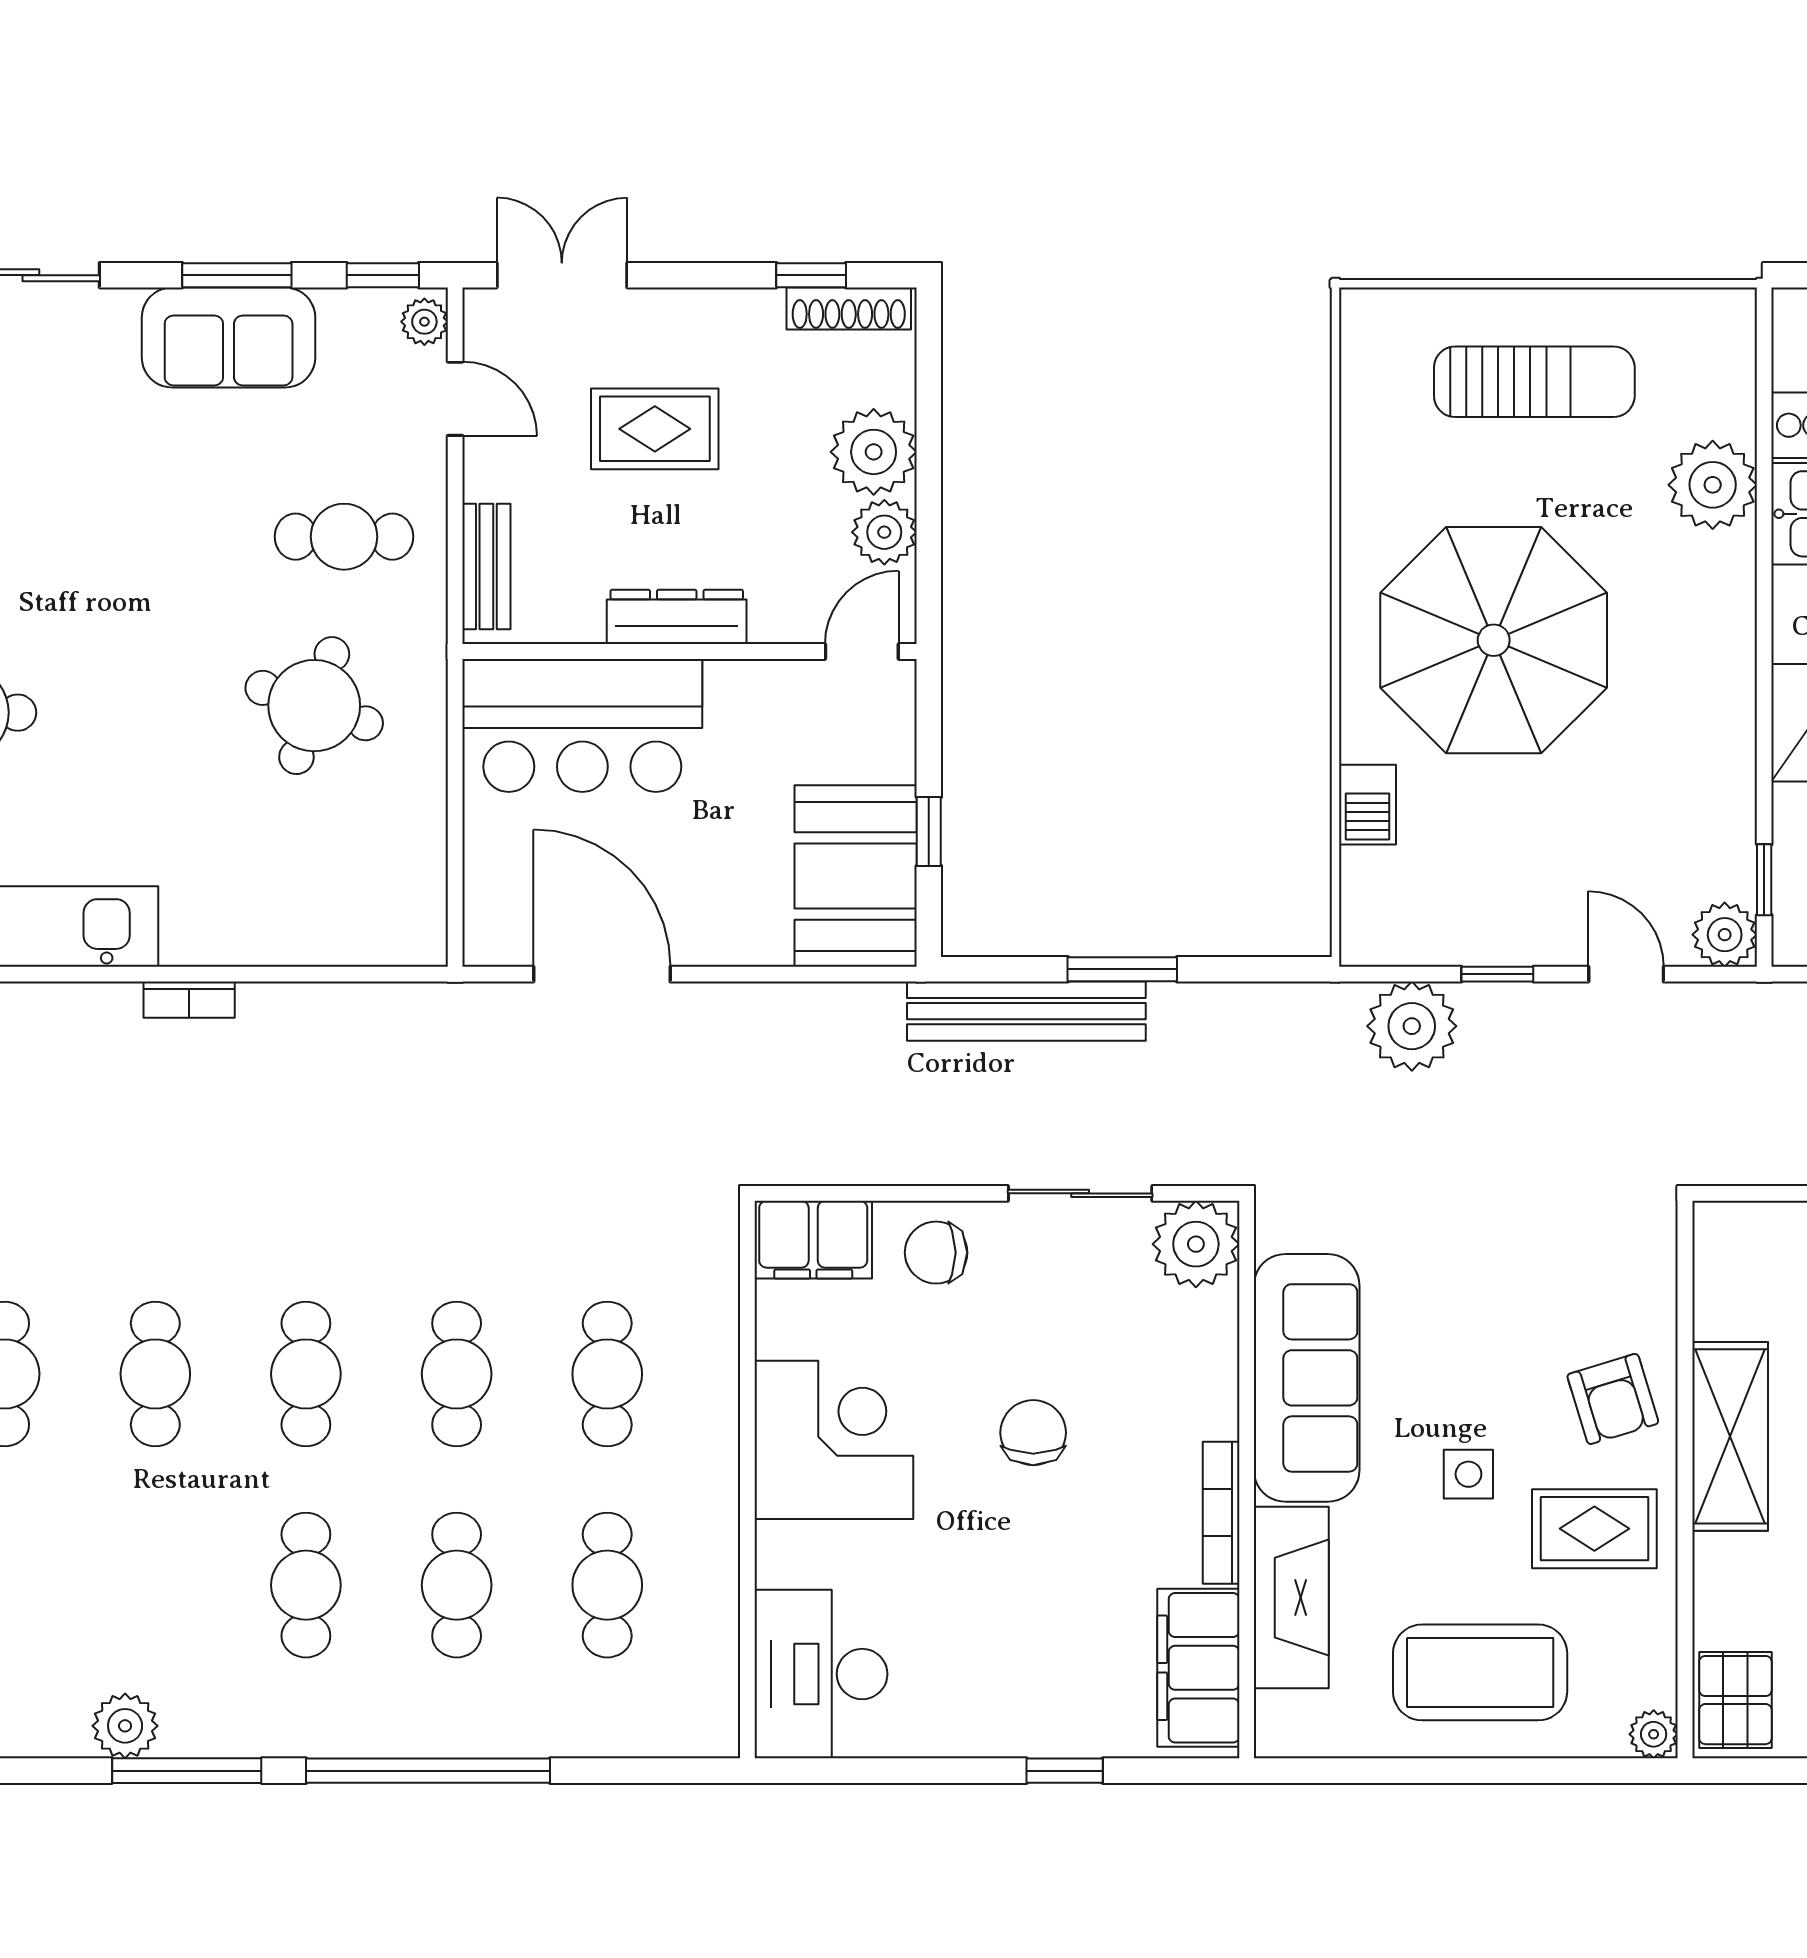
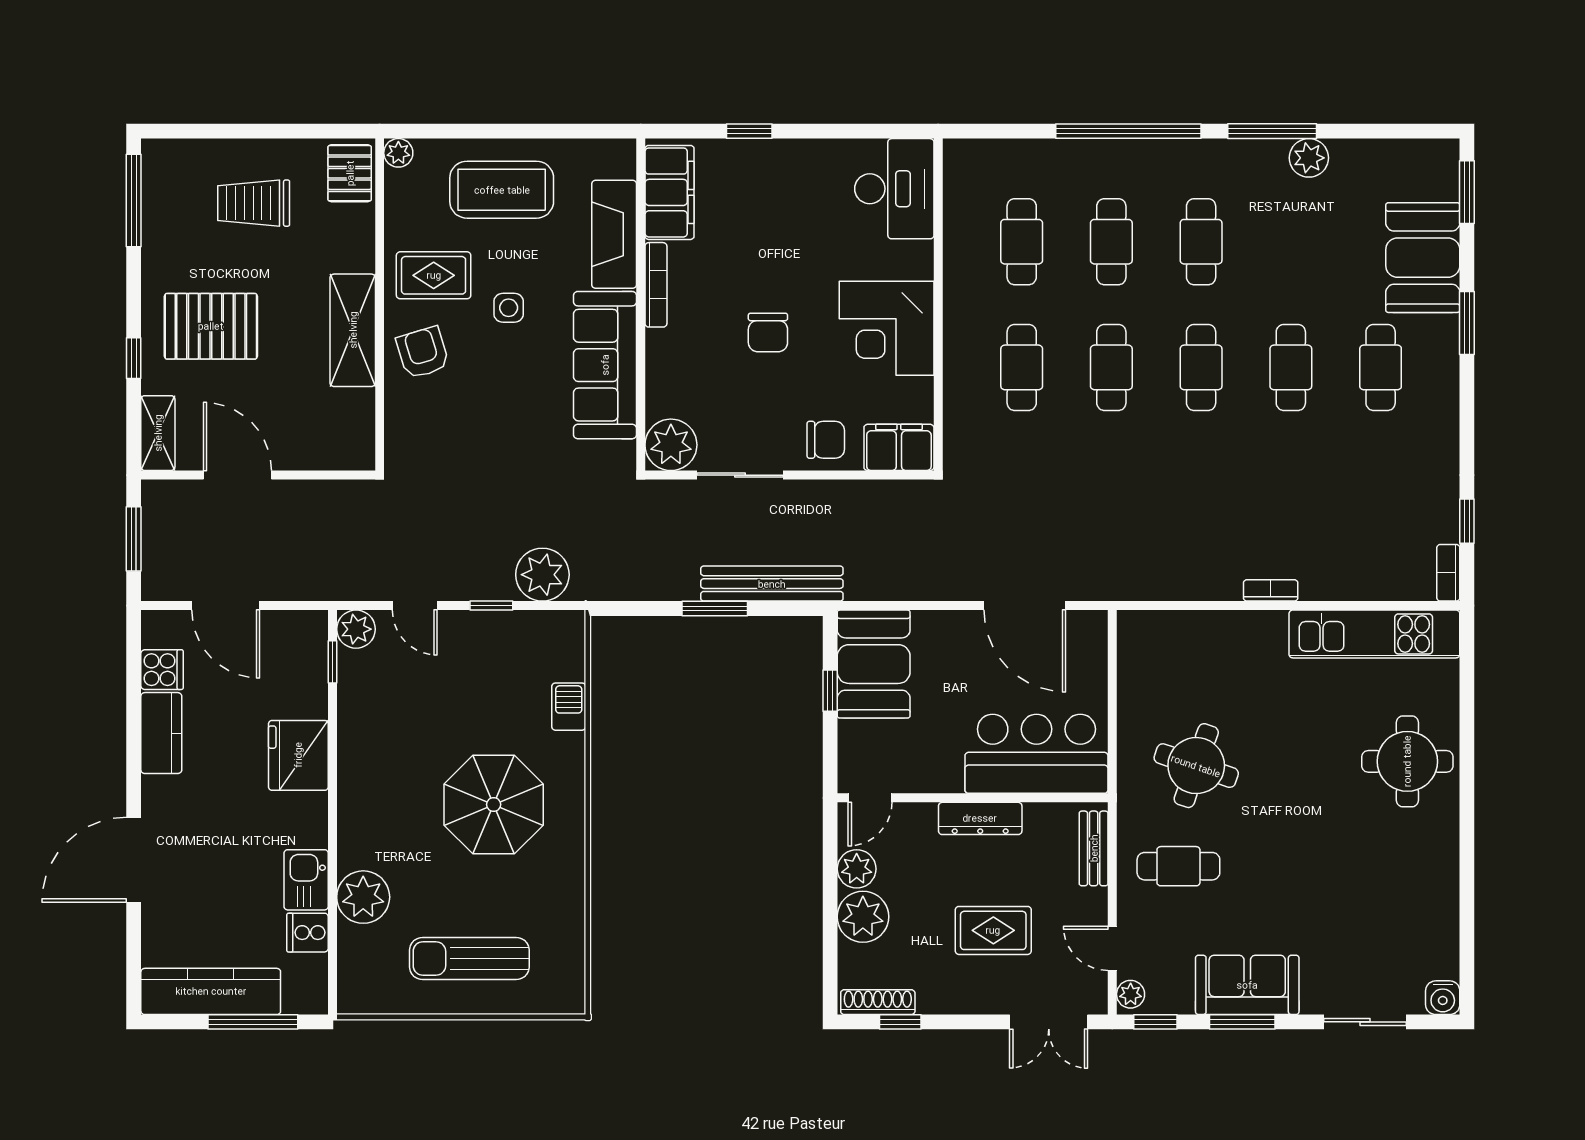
parasol: (1494, 640) -> (494, 805), width x0.73, depth x0.73

